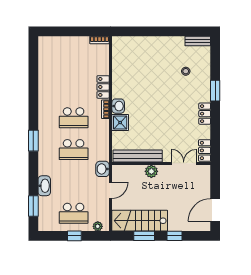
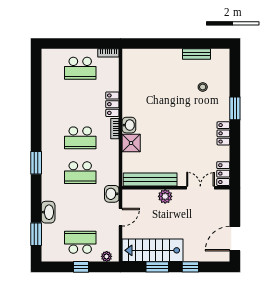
bench: (198, 41) -> (197, 54), moved
school desk: (74, 54) -> (80, 68), added
school desk: (74, 213) -> (80, 242), turned 180

